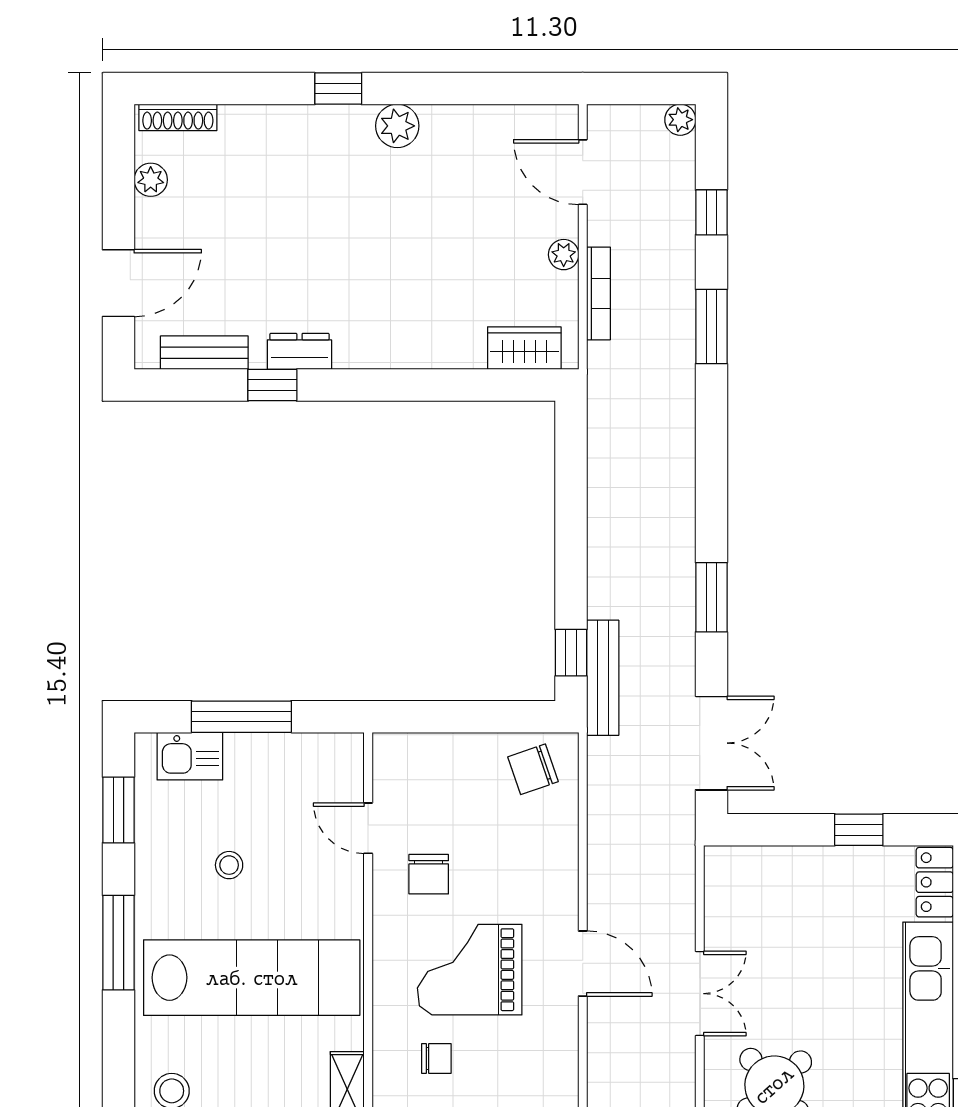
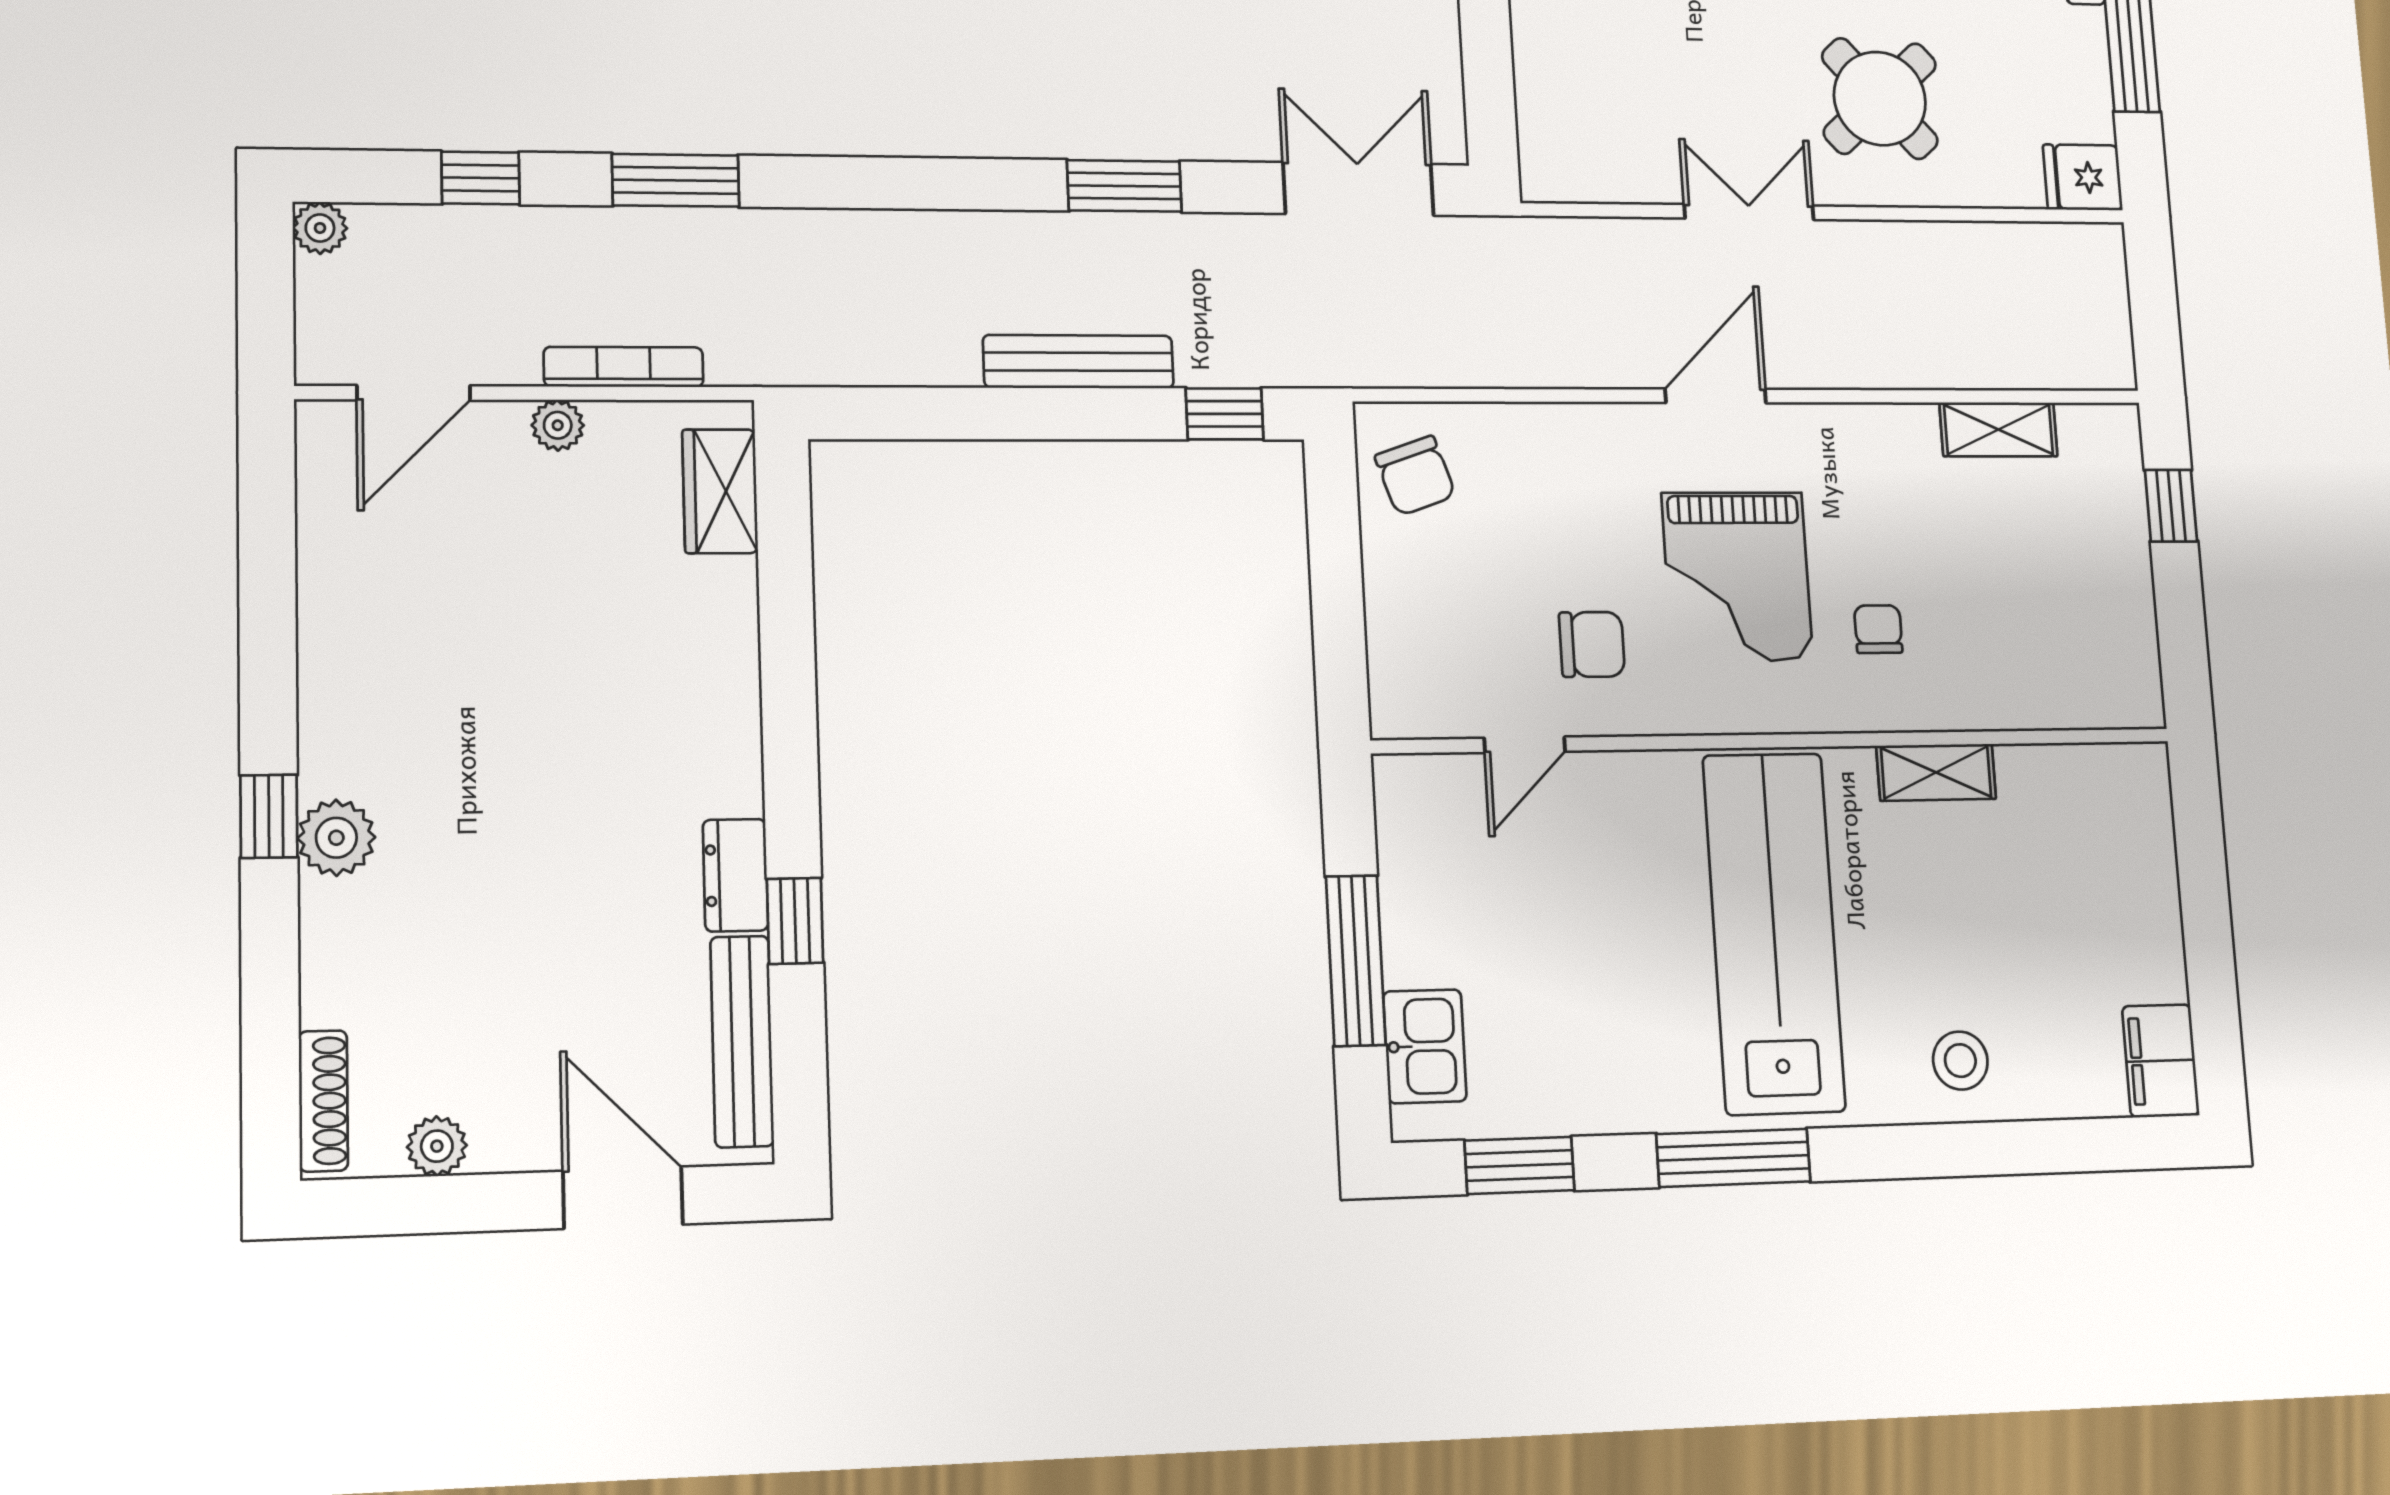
plant: (397, 126) -> (336, 838), moved
bench: (204, 353) -> (742, 1041), width x1.36
bench: (603, 678) -> (1078, 362), moved
stool: (229, 865) -> (1598, 975), removed

